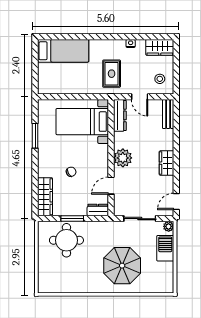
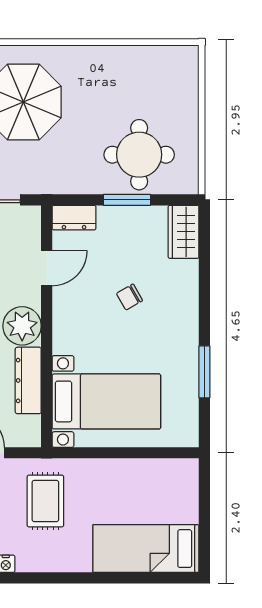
dresser: (120, 115) -> (28, 380), moved
wardrobe: (45, 197) -> (184, 232), width x0.67

